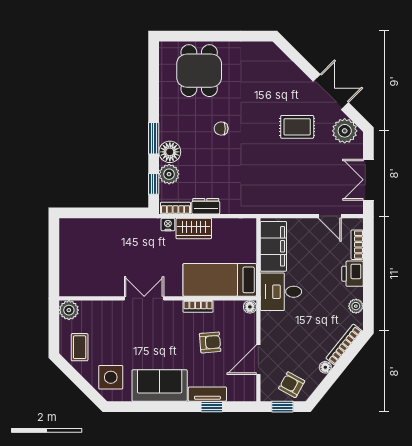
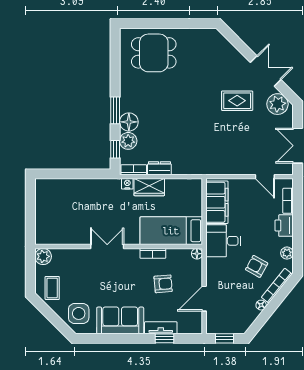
dining table: (199, 71) -> (154, 53), turned 90
chair: (221, 129) -> (172, 102), removed
armchair: (292, 385) -> (257, 266), moved

